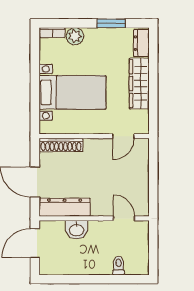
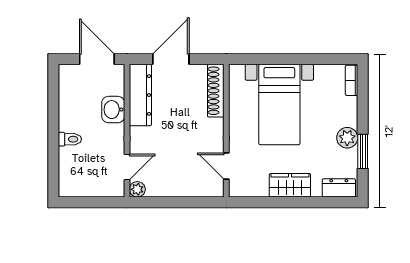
plant: (75, 36) -> (347, 138), moved
wardrobe: (139, 84) -> (290, 185), width x0.67
plant: (143, 210) -> (137, 189), added
toilet: (119, 266) -> (70, 139), moved

